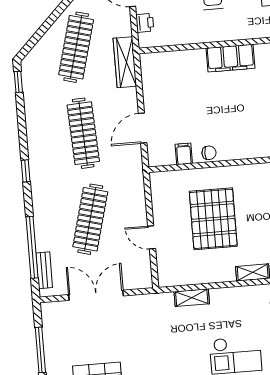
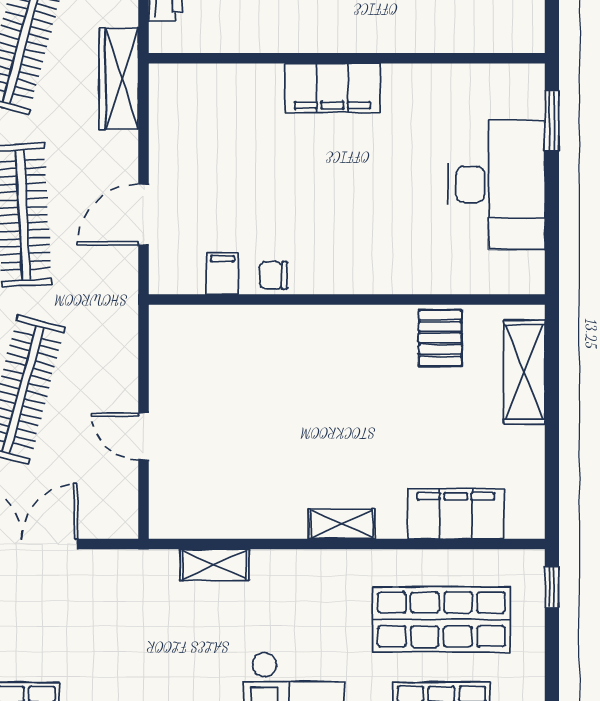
chair: (209, 153) -> (274, 275), turned 180
pallet: (213, 219) -> (271, 409), removed

